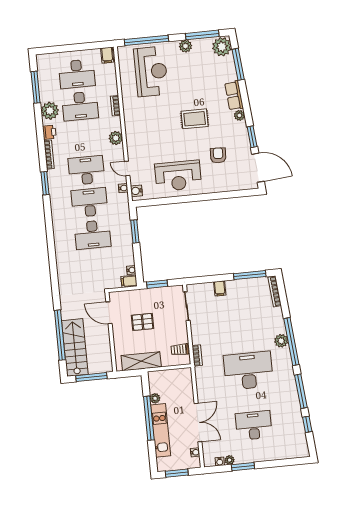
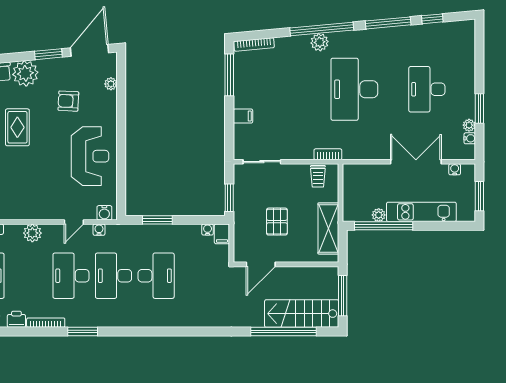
plant: (239, 115) -> (25, 73), width x1.87, depth x1.87
plant: (234, 186) -> (111, 84), added
window: (149, 418) -> (384, 226), moved

